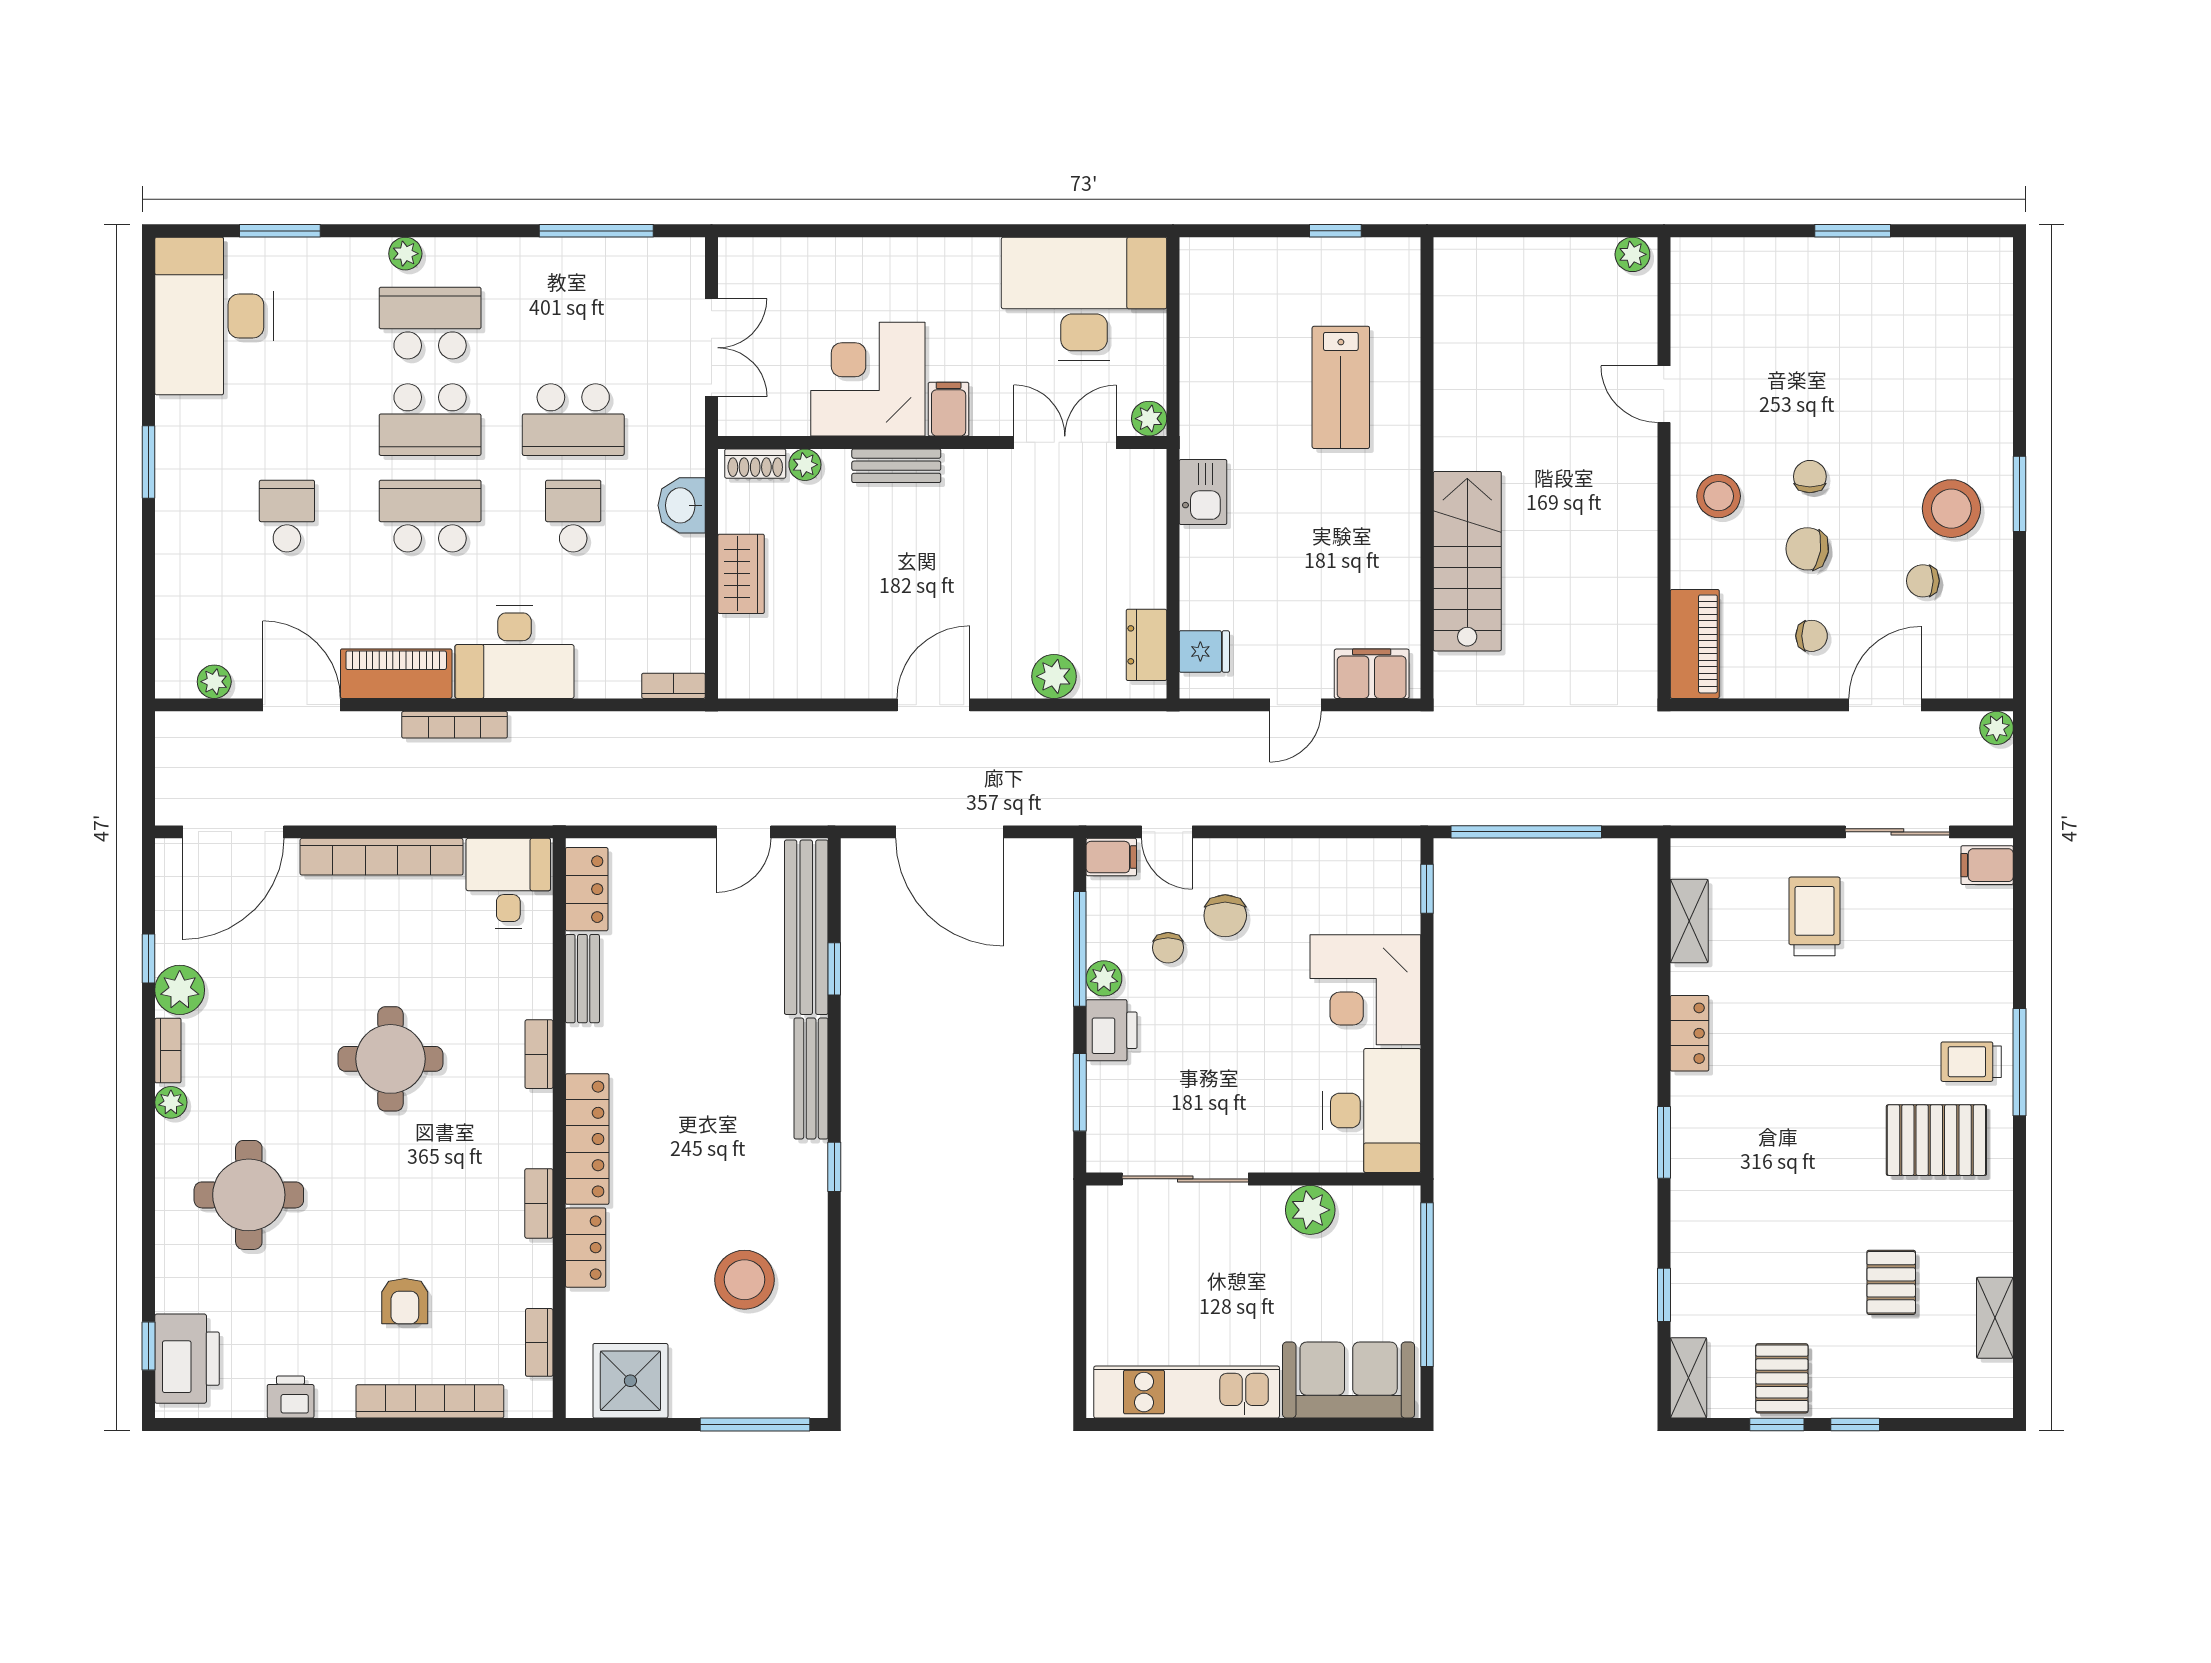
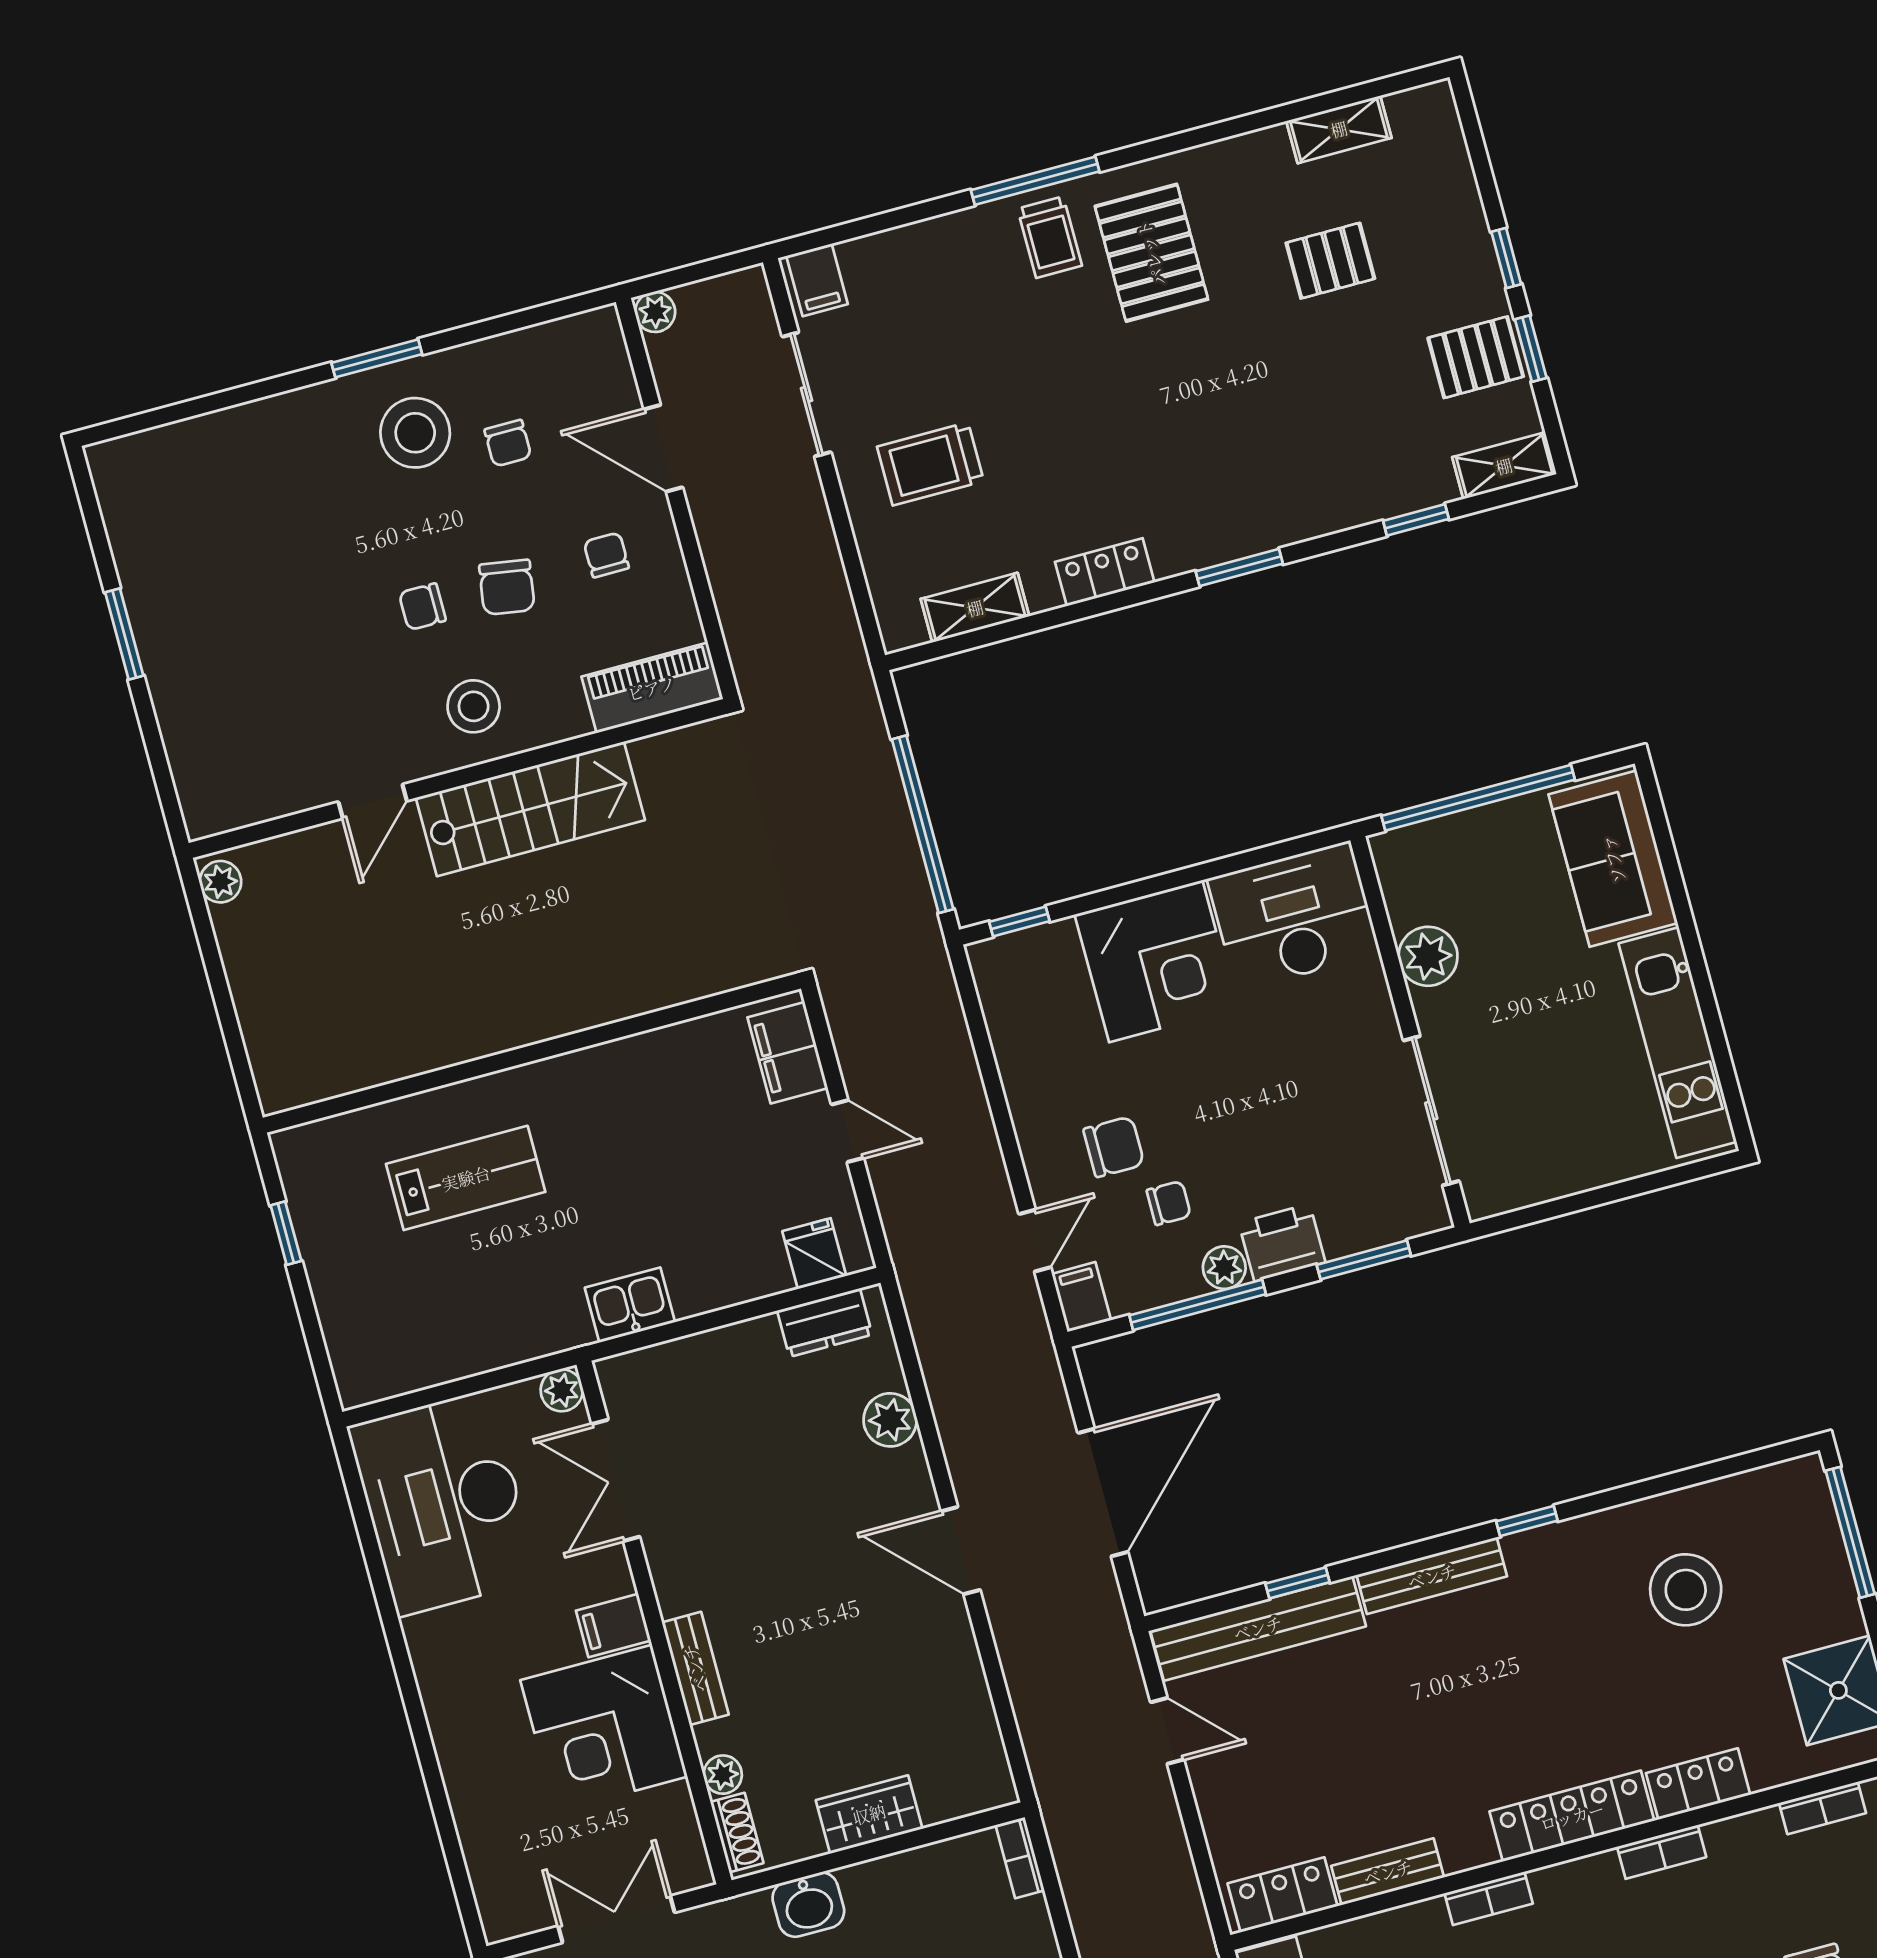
stairs: (1467, 561) -> (530, 809), moved, turned 180

